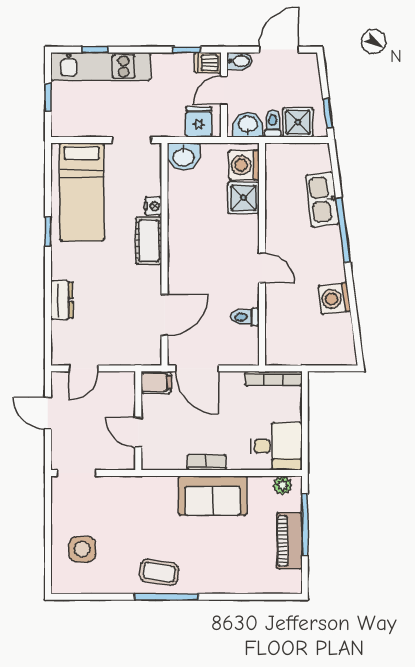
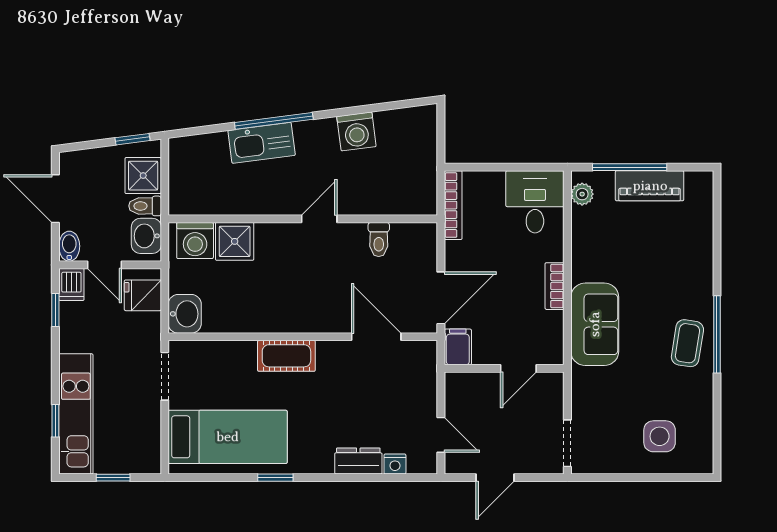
kitchen sink: (322, 200) -> (262, 143), moved
nightstand: (153, 206) -> (395, 464), moved, turned 180
sofa: (213, 496) -> (595, 324), moved

